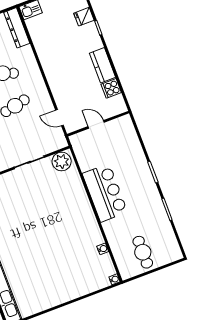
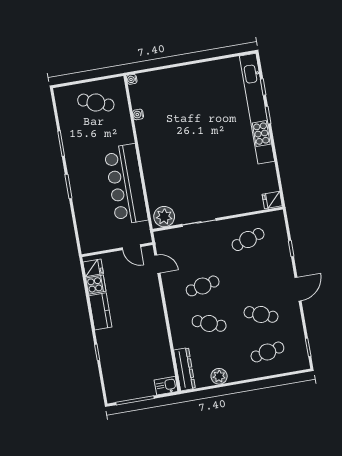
fridge: (84, 17) -> (93, 268), moved
door: (96, 124) -> (131, 247), moved
bar counter: (105, 193) -> (126, 184), width x1.36
cafe table: (143, 252) -> (96, 103), turned -69

